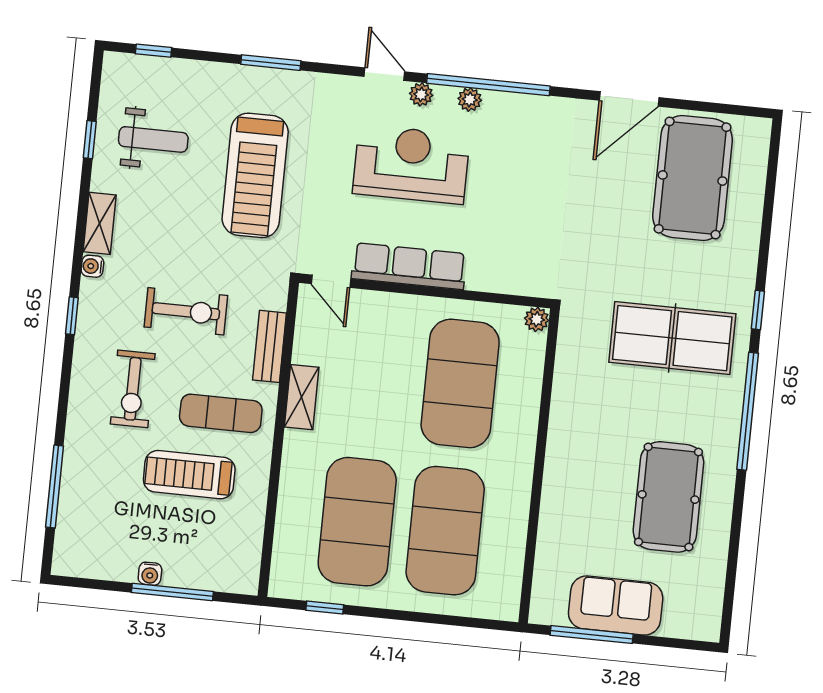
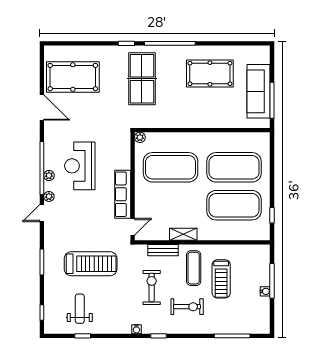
reception desk: (411, 164) -> (80, 166), moved
shelving: (100, 223) -> (118, 328), removed
sofa: (616, 605) -> (259, 91), width x1.36

